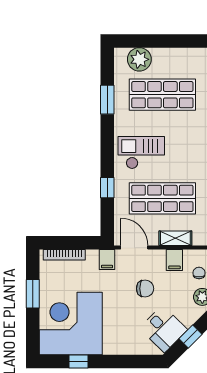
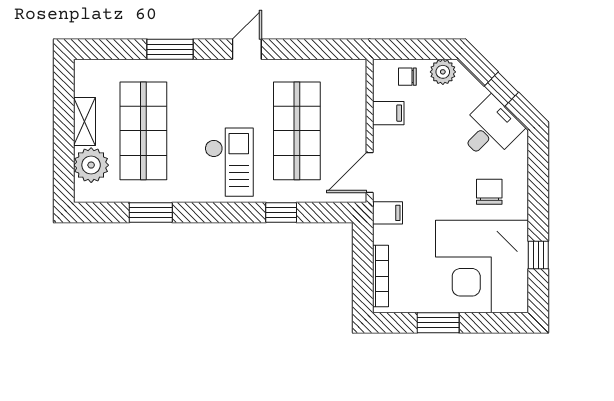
checkout: (141, 153) -> (229, 162), turned 180
shelving: (175, 238) -> (84, 121), moved
chair: (145, 289) -> (489, 192), moved

